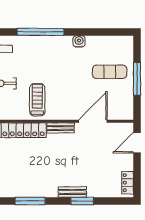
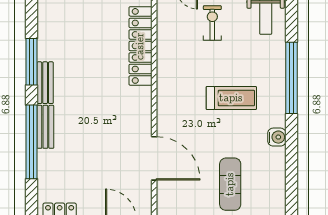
treadmill: (37, 100) -> (231, 98), moved
bench: (61, 128) -> (45, 83), moved
window: (82, 201) -> (31, 142), width x2.11

